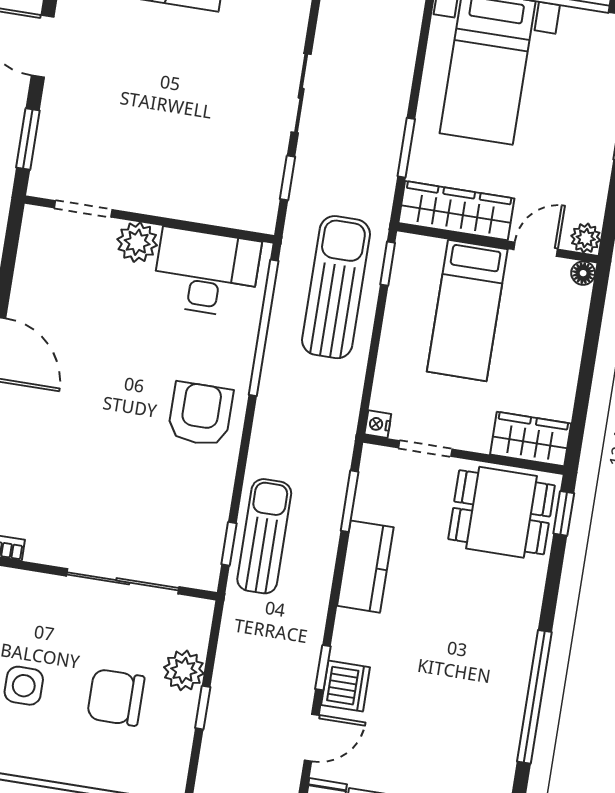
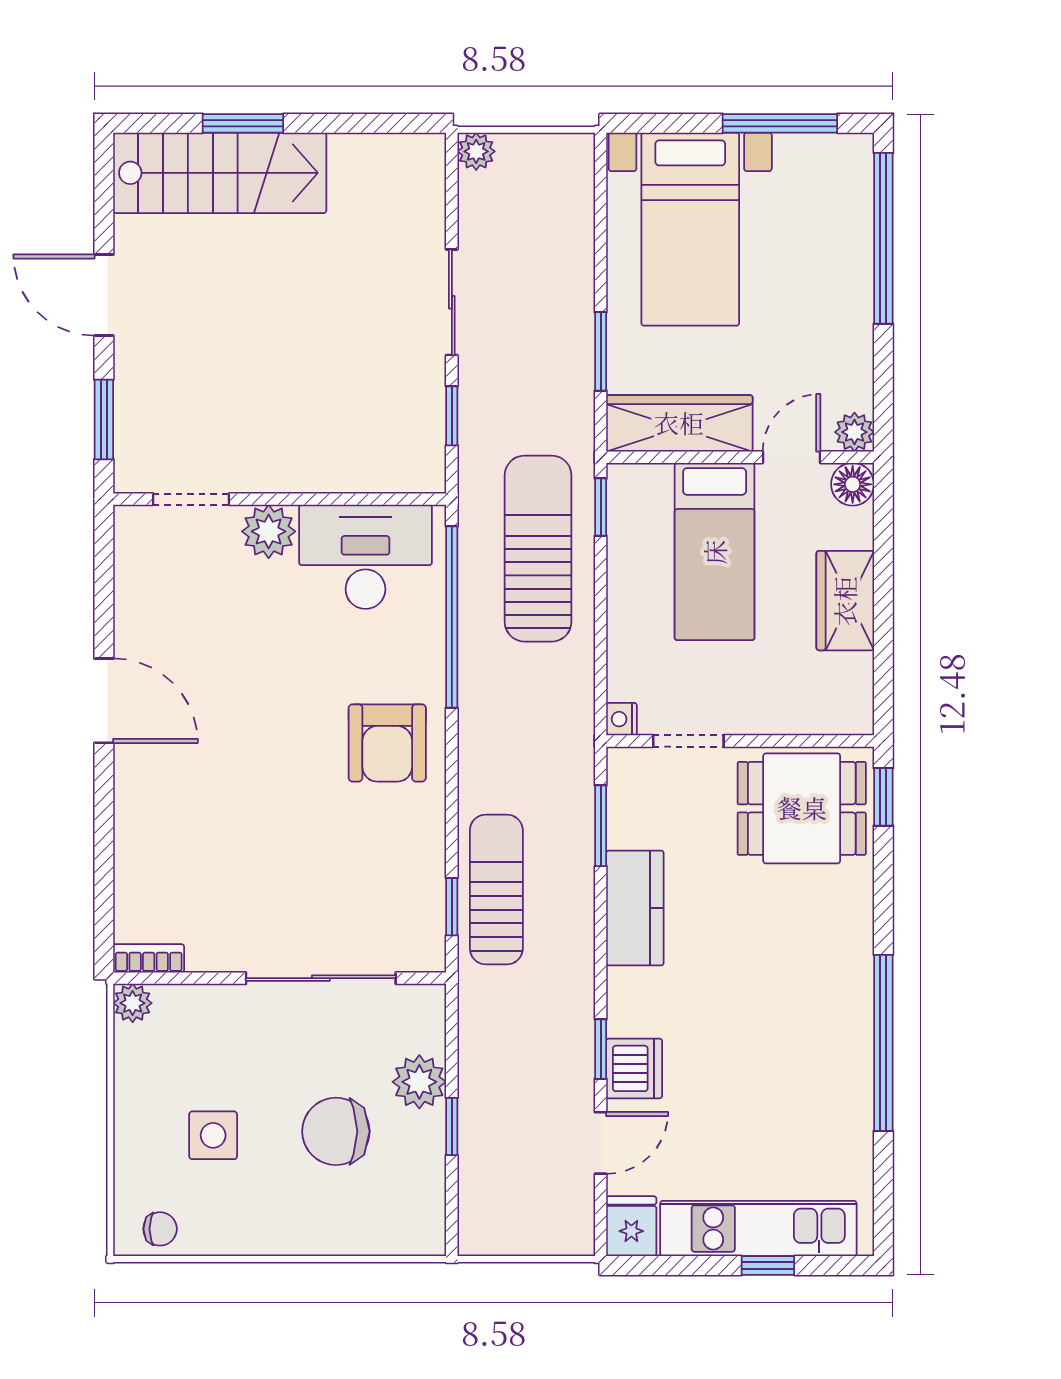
floor lamp: (583, 273) -> (853, 484), width x1.37, depth x1.37
armchair: (200, 414) -> (387, 743), turned 180
wardrobe: (531, 439) -> (845, 601), moved, turned -90

